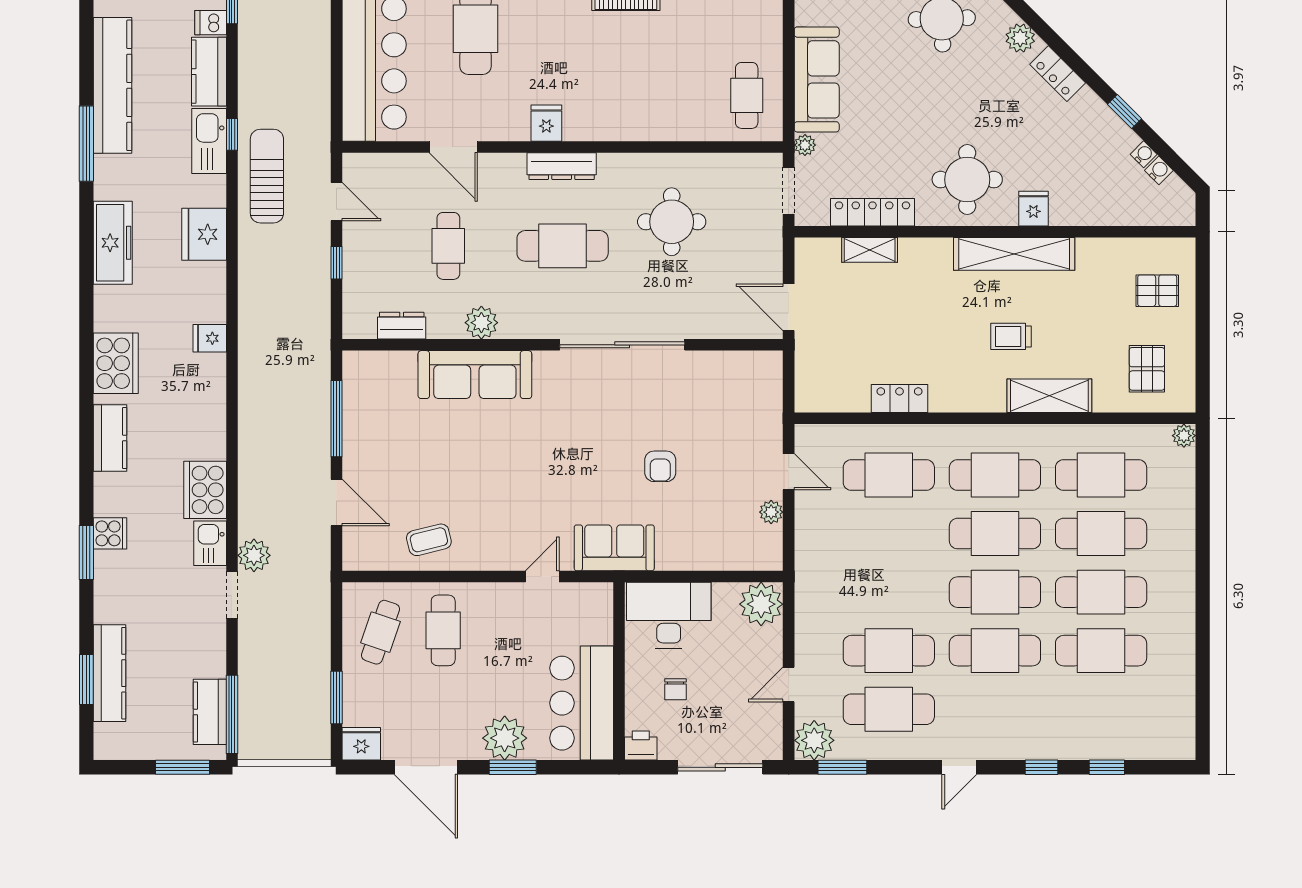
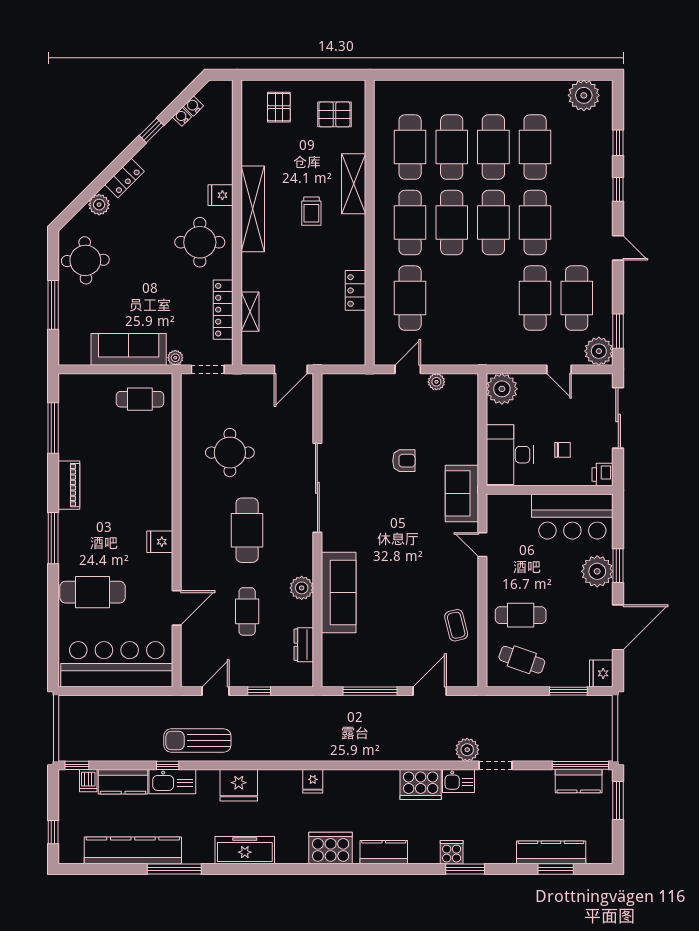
dresser: (562, 166) -> (190, 531), removed
cafe table: (448, 246) -> (247, 611), turned 90
plant: (1184, 436) -> (584, 95), moved, width x1.88, depth x1.88

